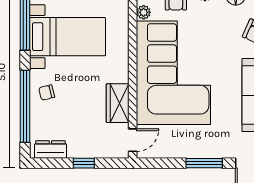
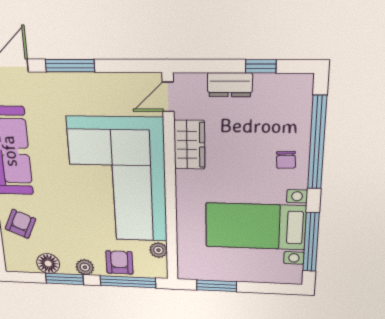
chair: (47, 93) -> (286, 160), turned 101
dresser: (50, 150) -> (230, 85), moved
window: (84, 163) -> (261, 66), moved

